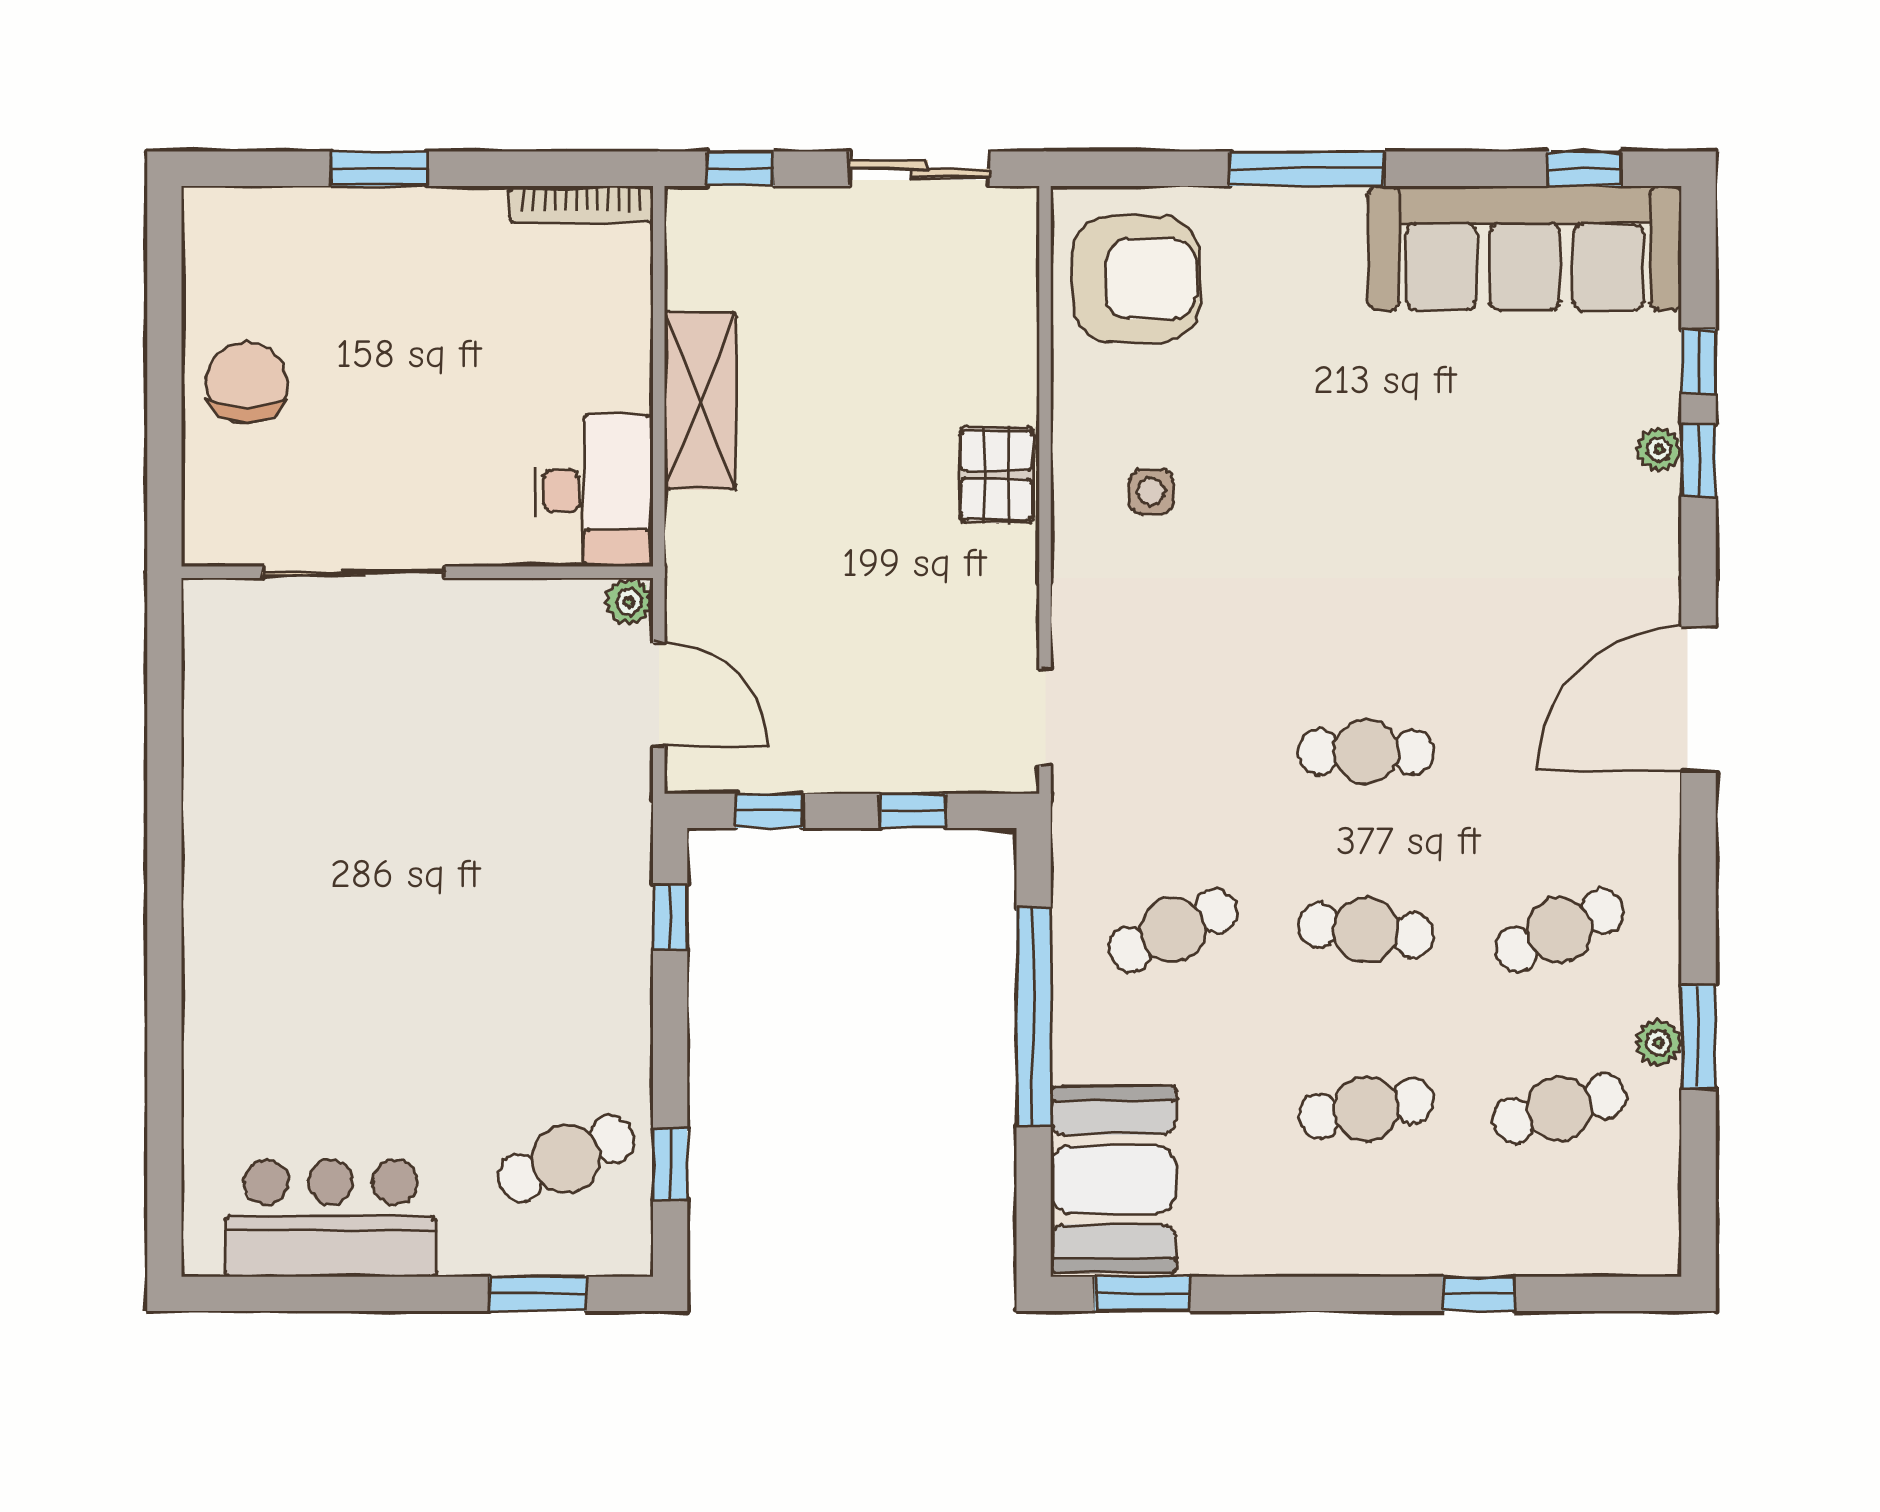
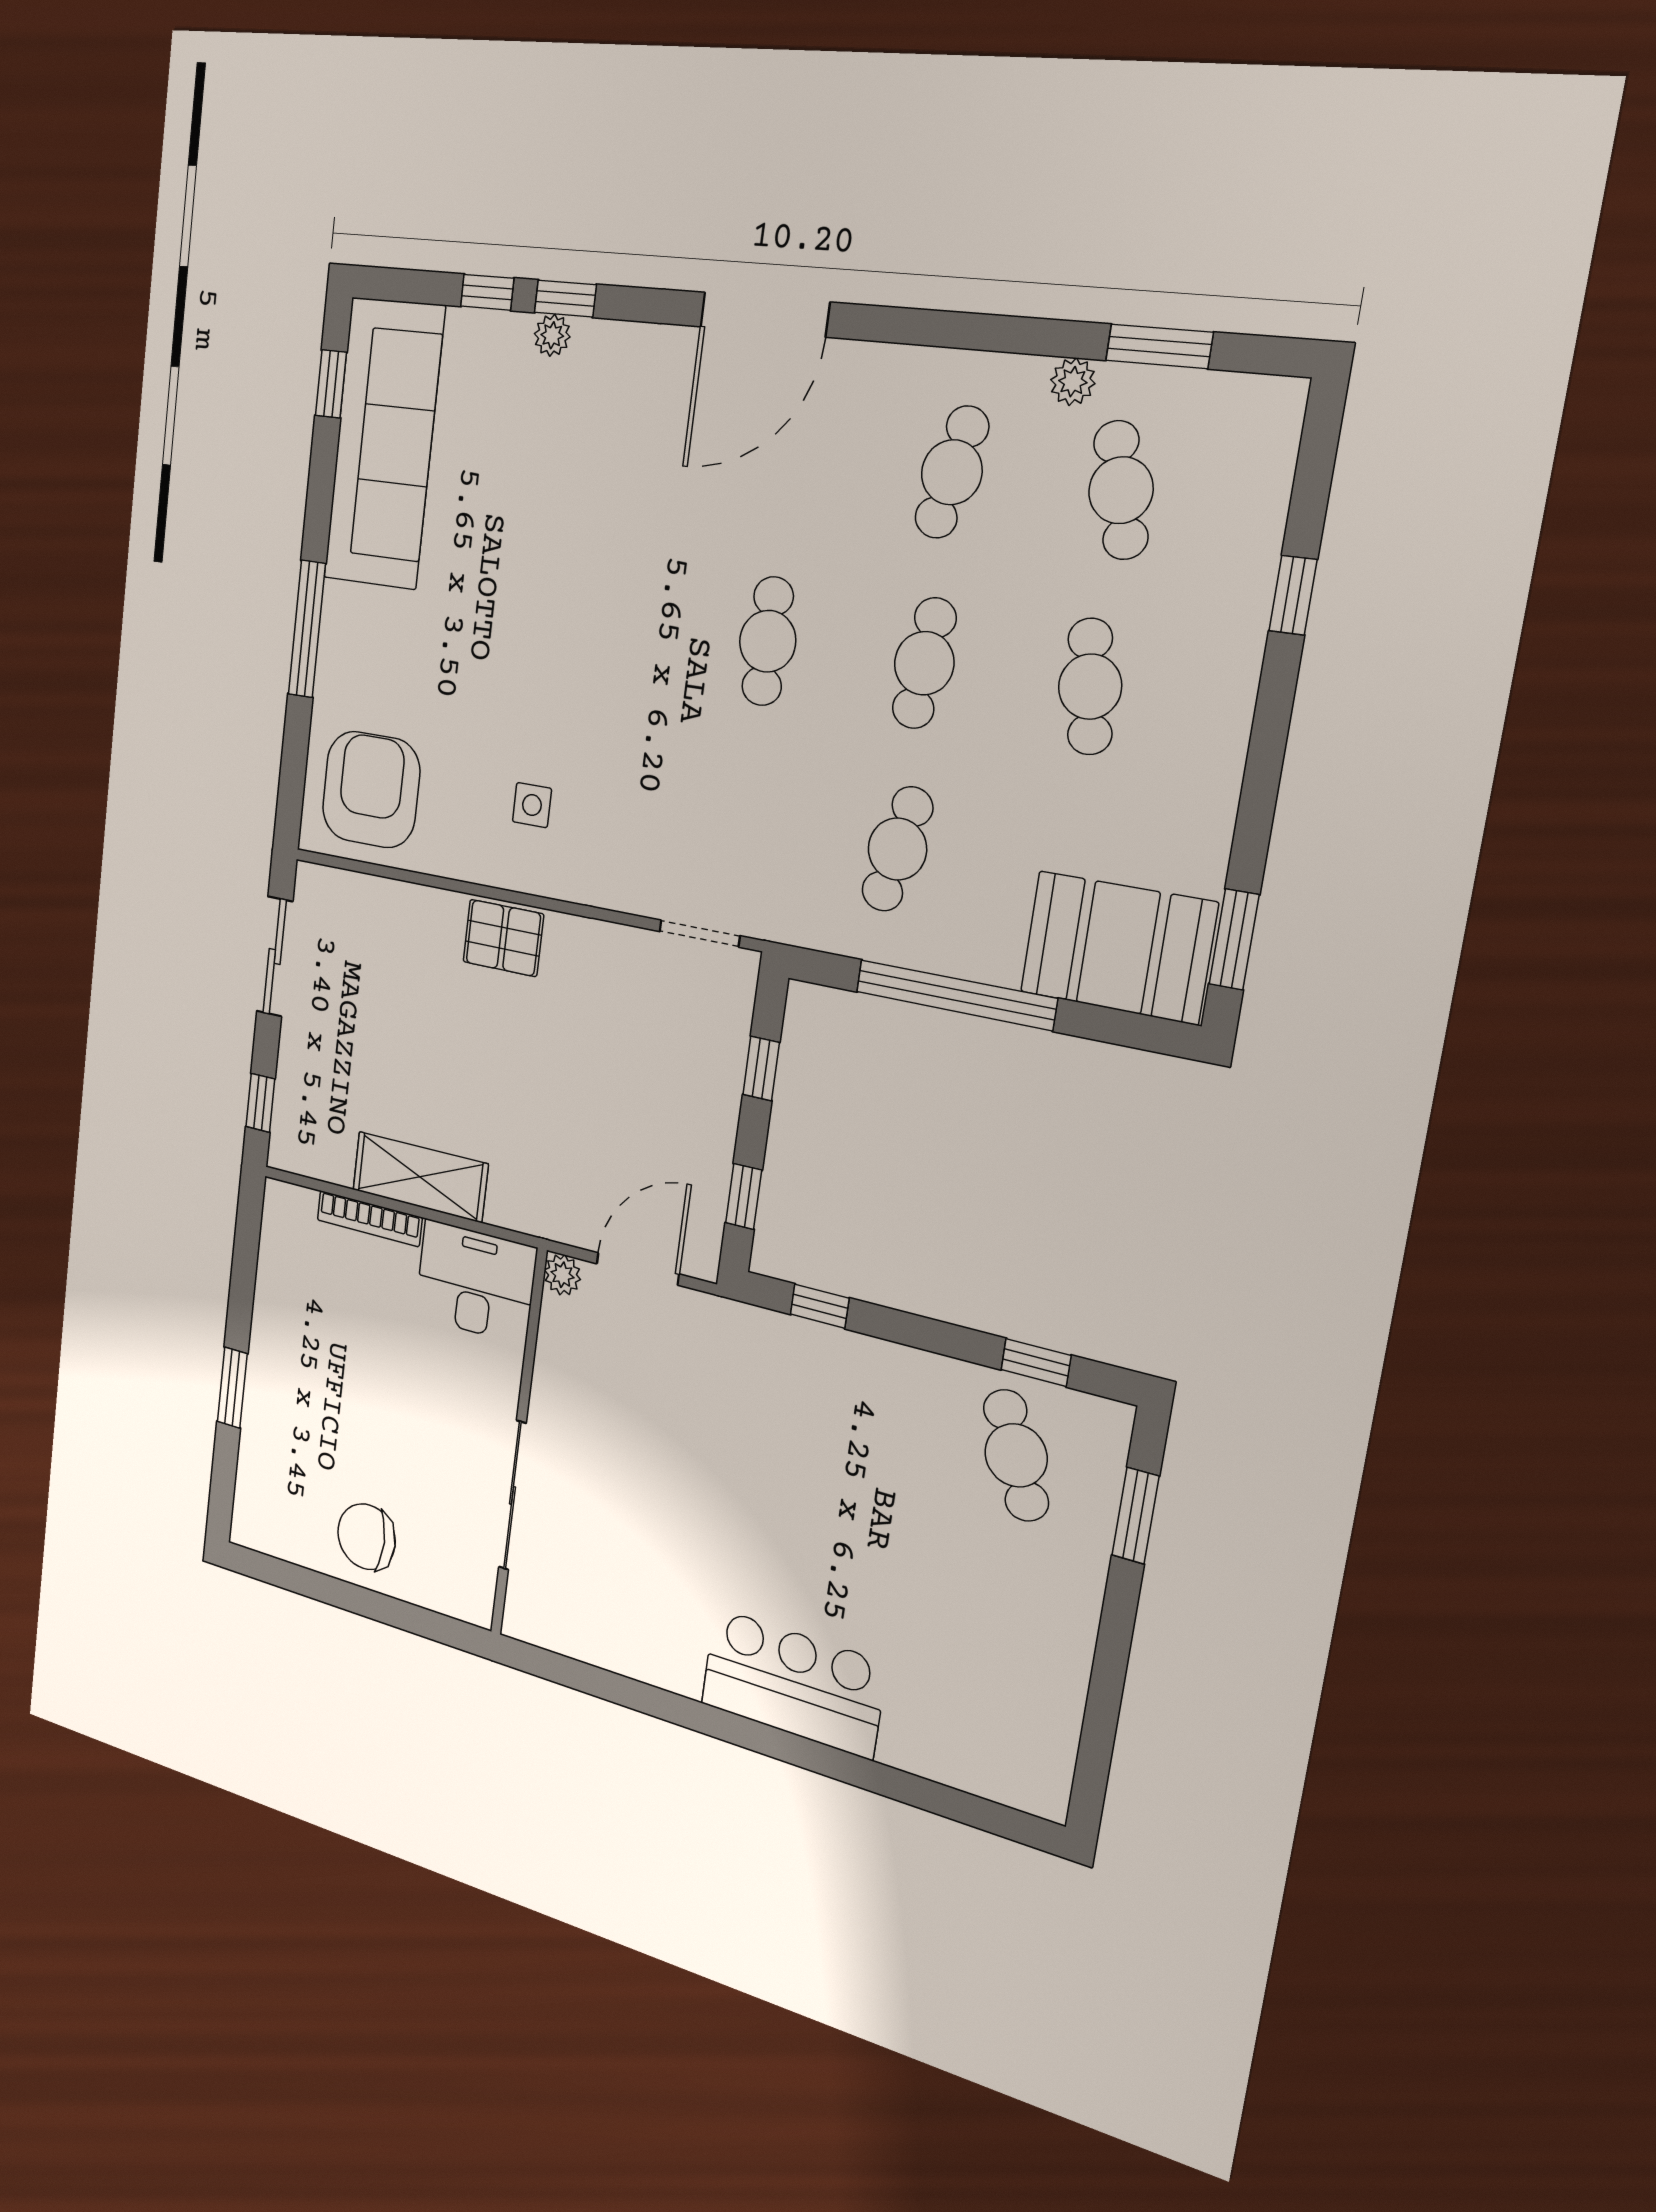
bookcase: (581, 204) -> (369, 1219), moved, turned 90
door: (1698, 699) -> (764, 315), hinge flipped
cafe table: (1173, 930) -> (897, 849), turned 36
cafe table: (1559, 930) -> (952, 472), turned 36
window: (1698, 1037) -> (1159, 346), moved
bar counter: (331, 1218) -> (793, 1683), moved, turned 90

